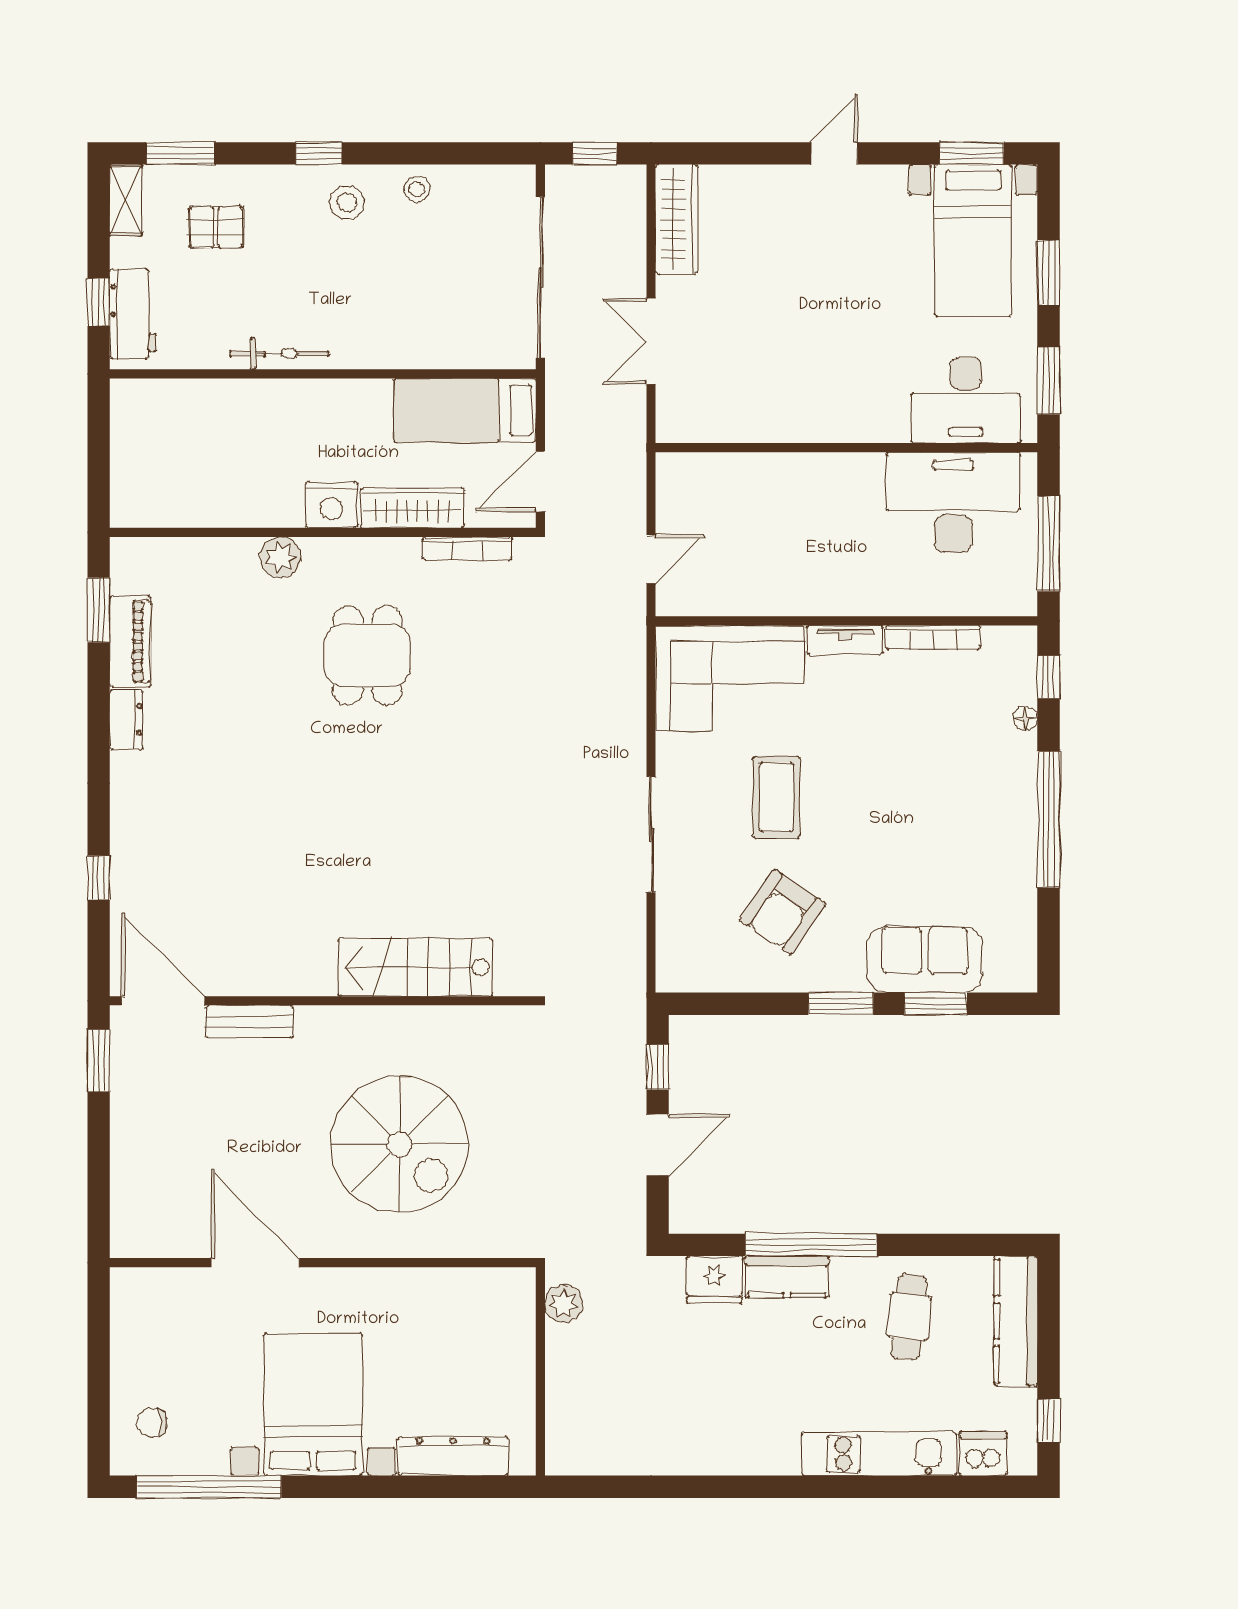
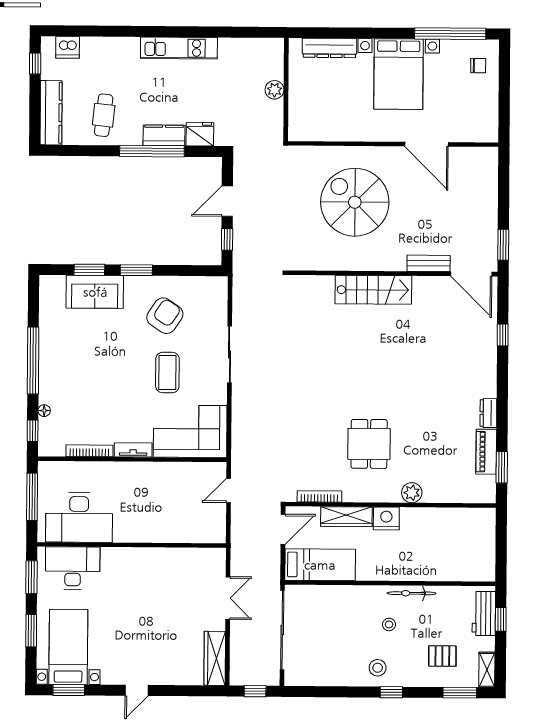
stool: (417, 189) -> (389, 624), moved
stairs: (416, 967) -> (373, 290), moved
plant: (564, 1304) -> (275, 90), moved
kitchen unit: (879, 1454) -> (179, 48), moved

